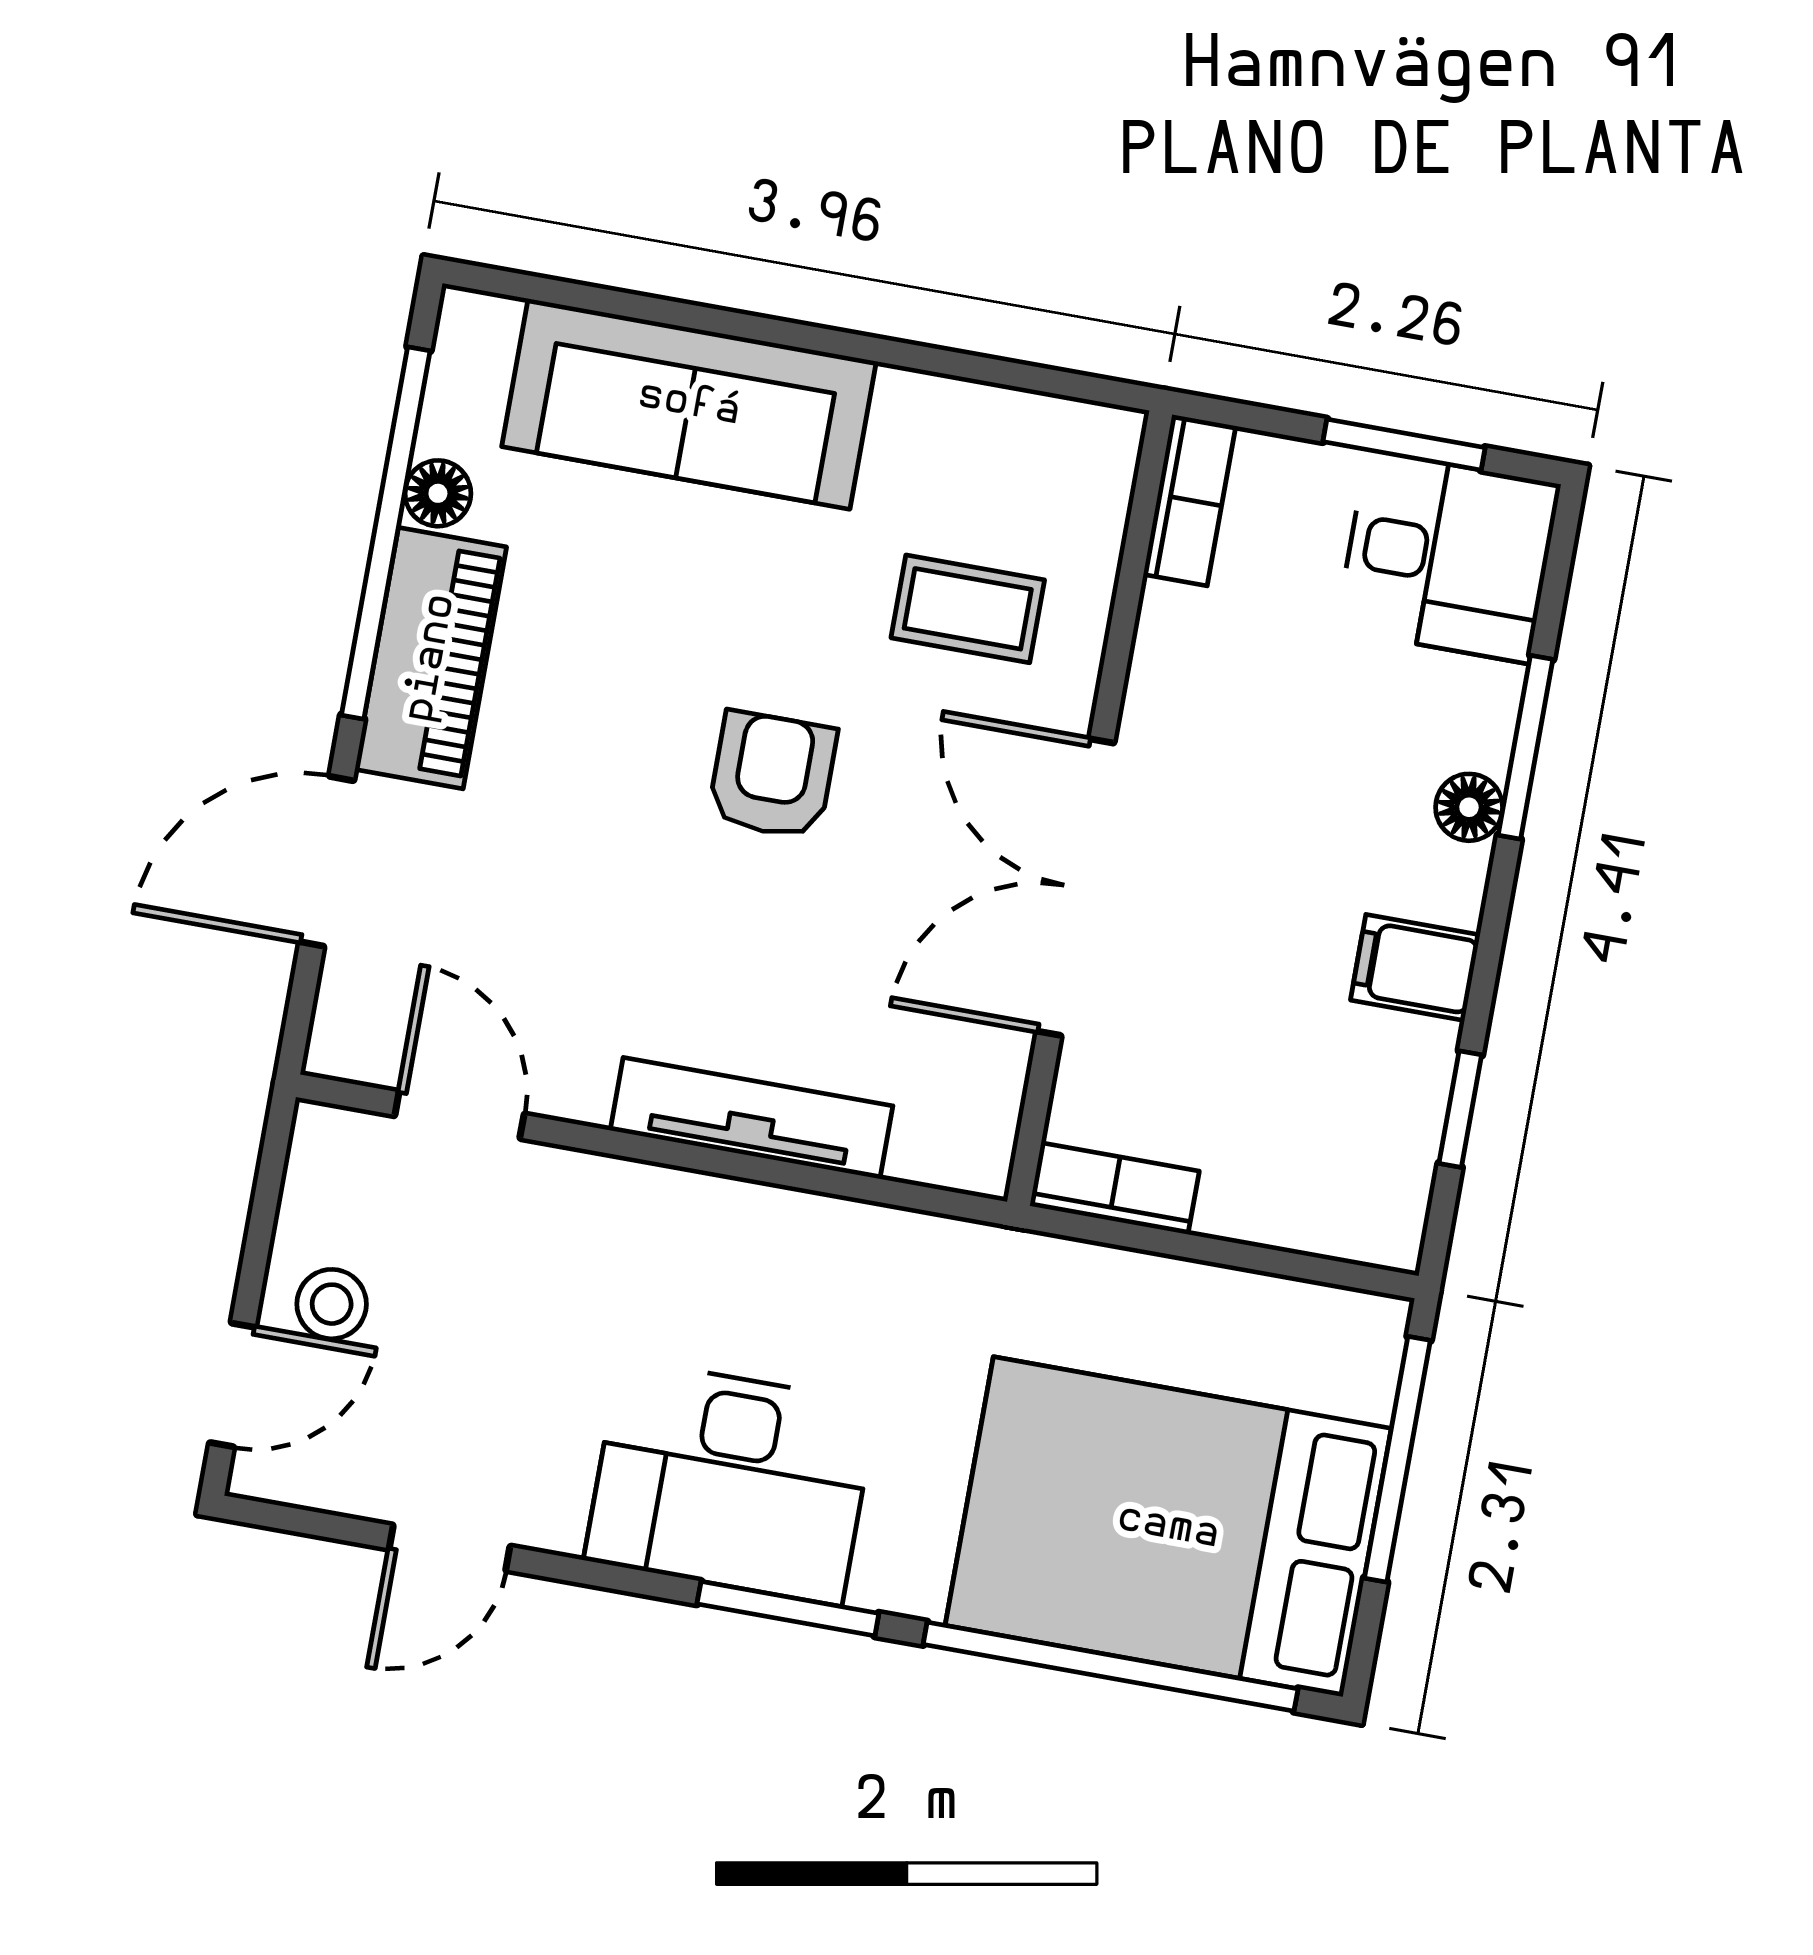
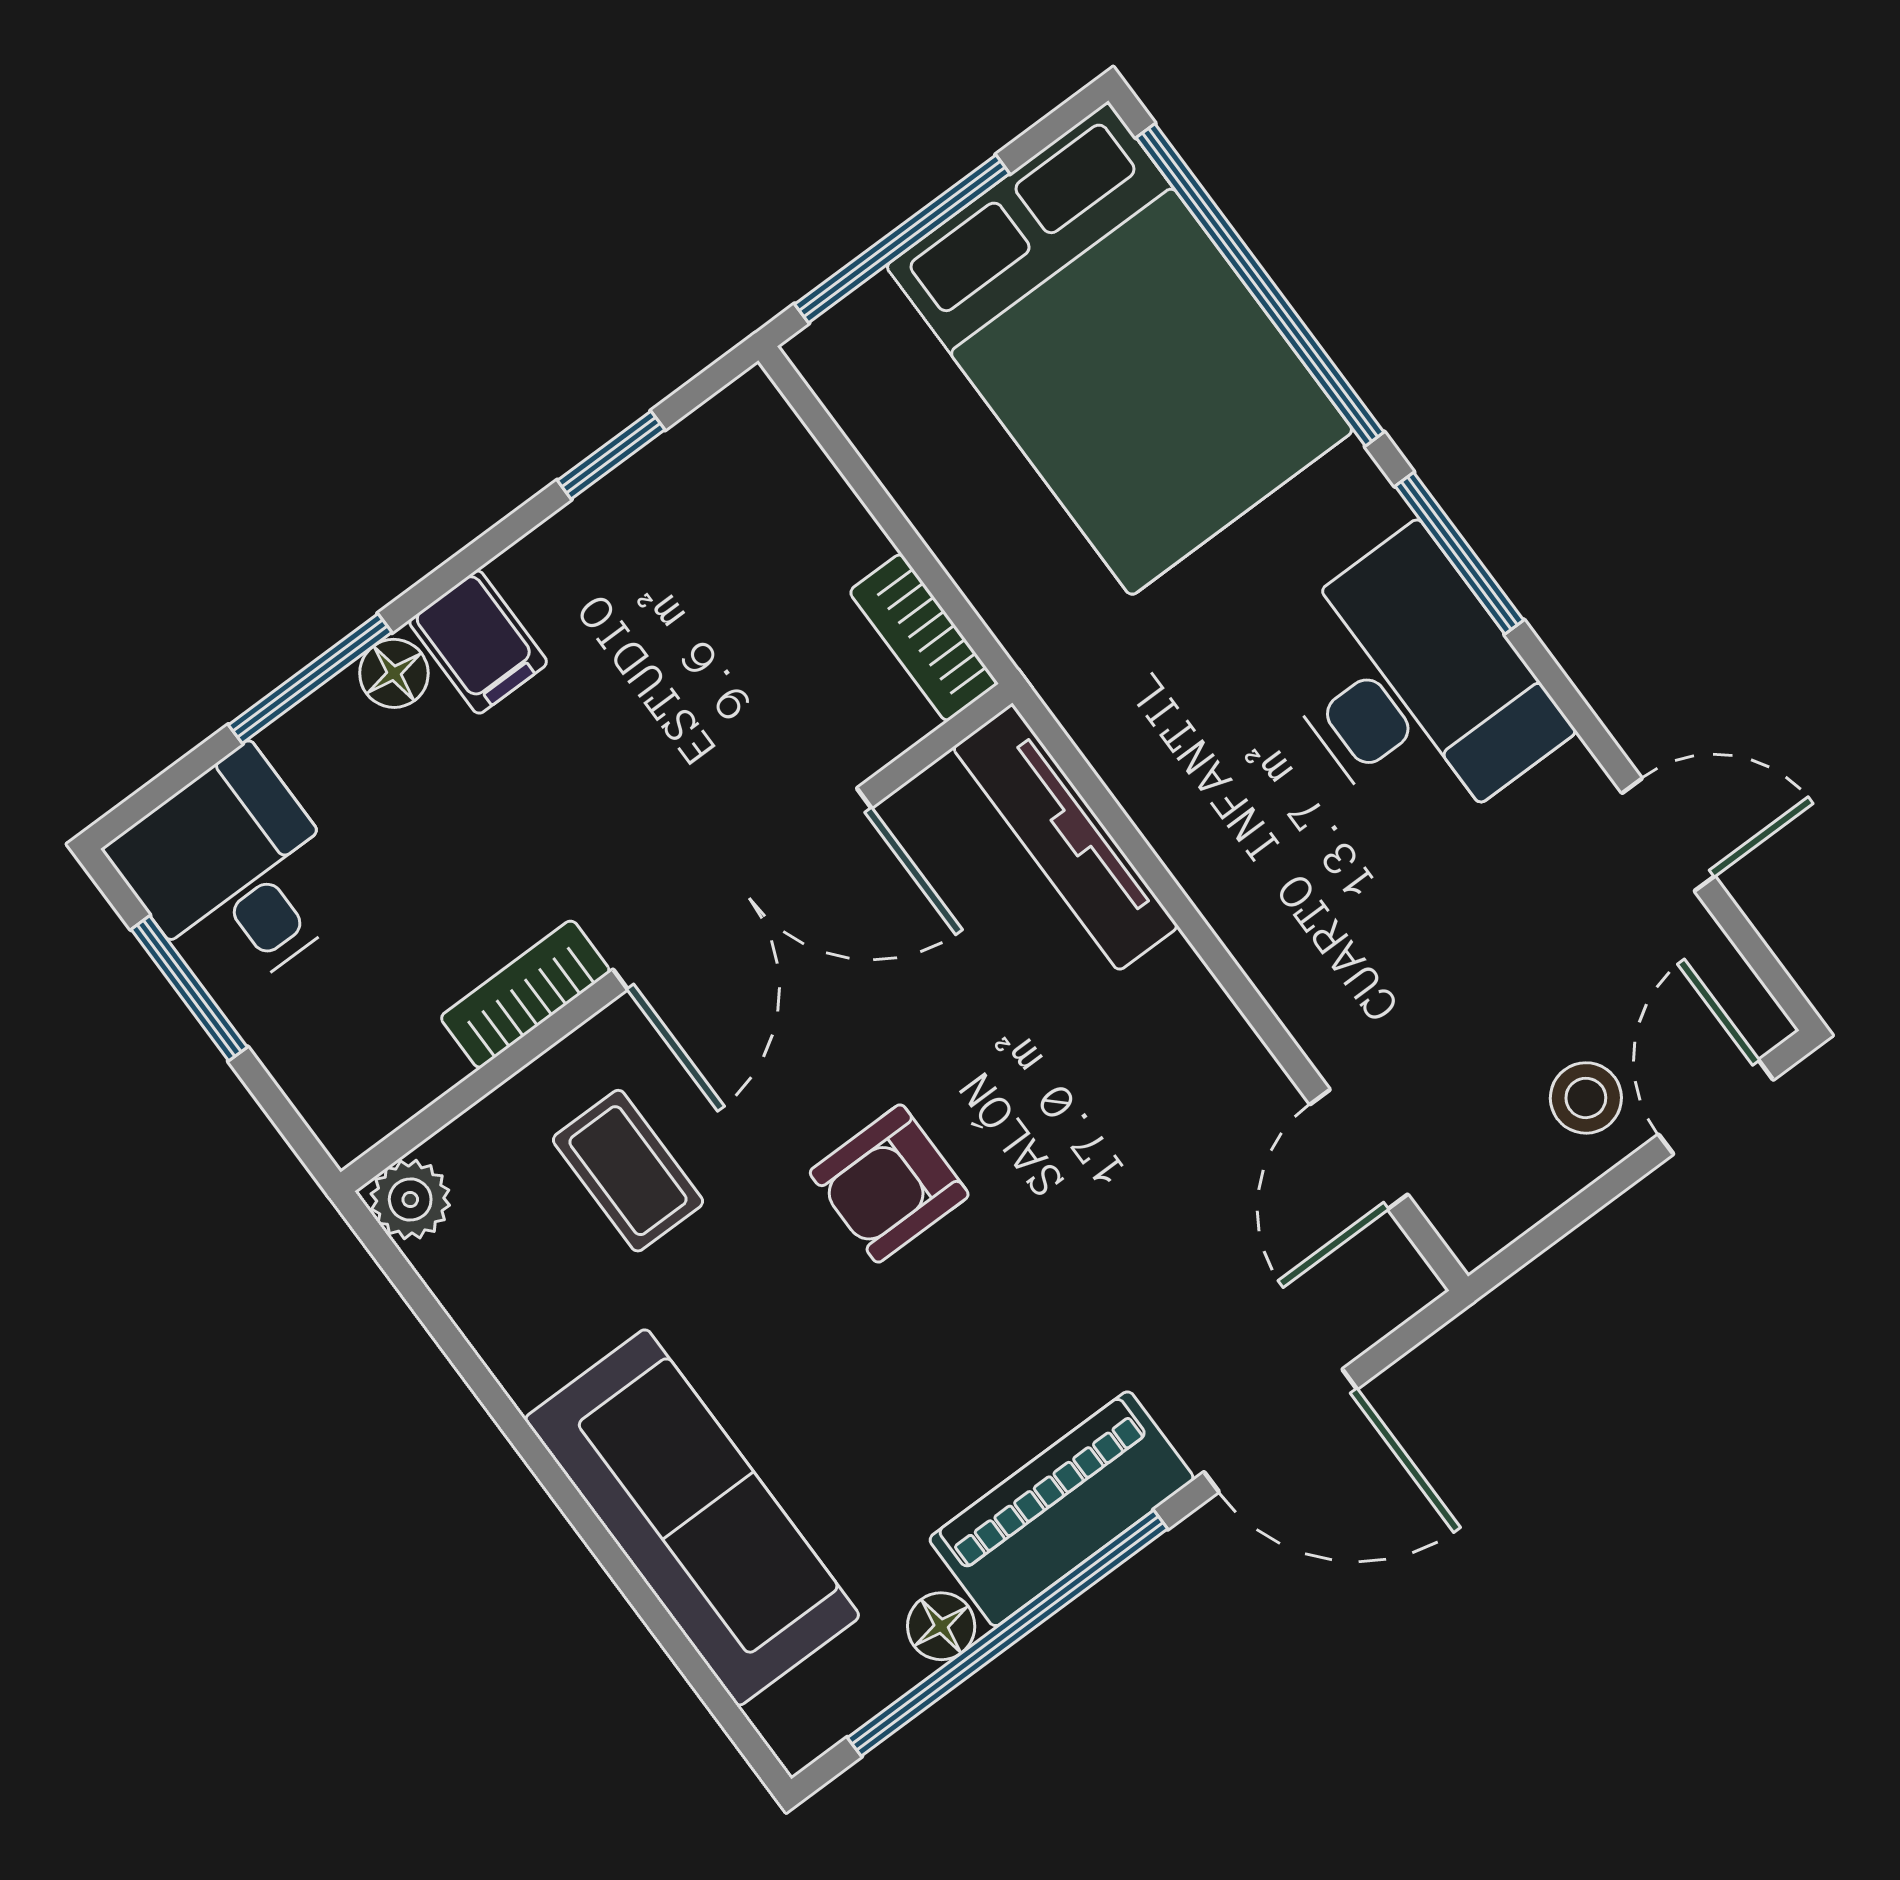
plant: (1104, 442) -> (410, 1199), added
bookcase: (1190, 500) -> (525, 994), moved
filing cabinet: (1415, 967) -> (478, 642), moved
tv unit: (752, 1118) -> (1065, 837), moved
door: (232, 1385) -> (1716, 1107), hinge flipped

